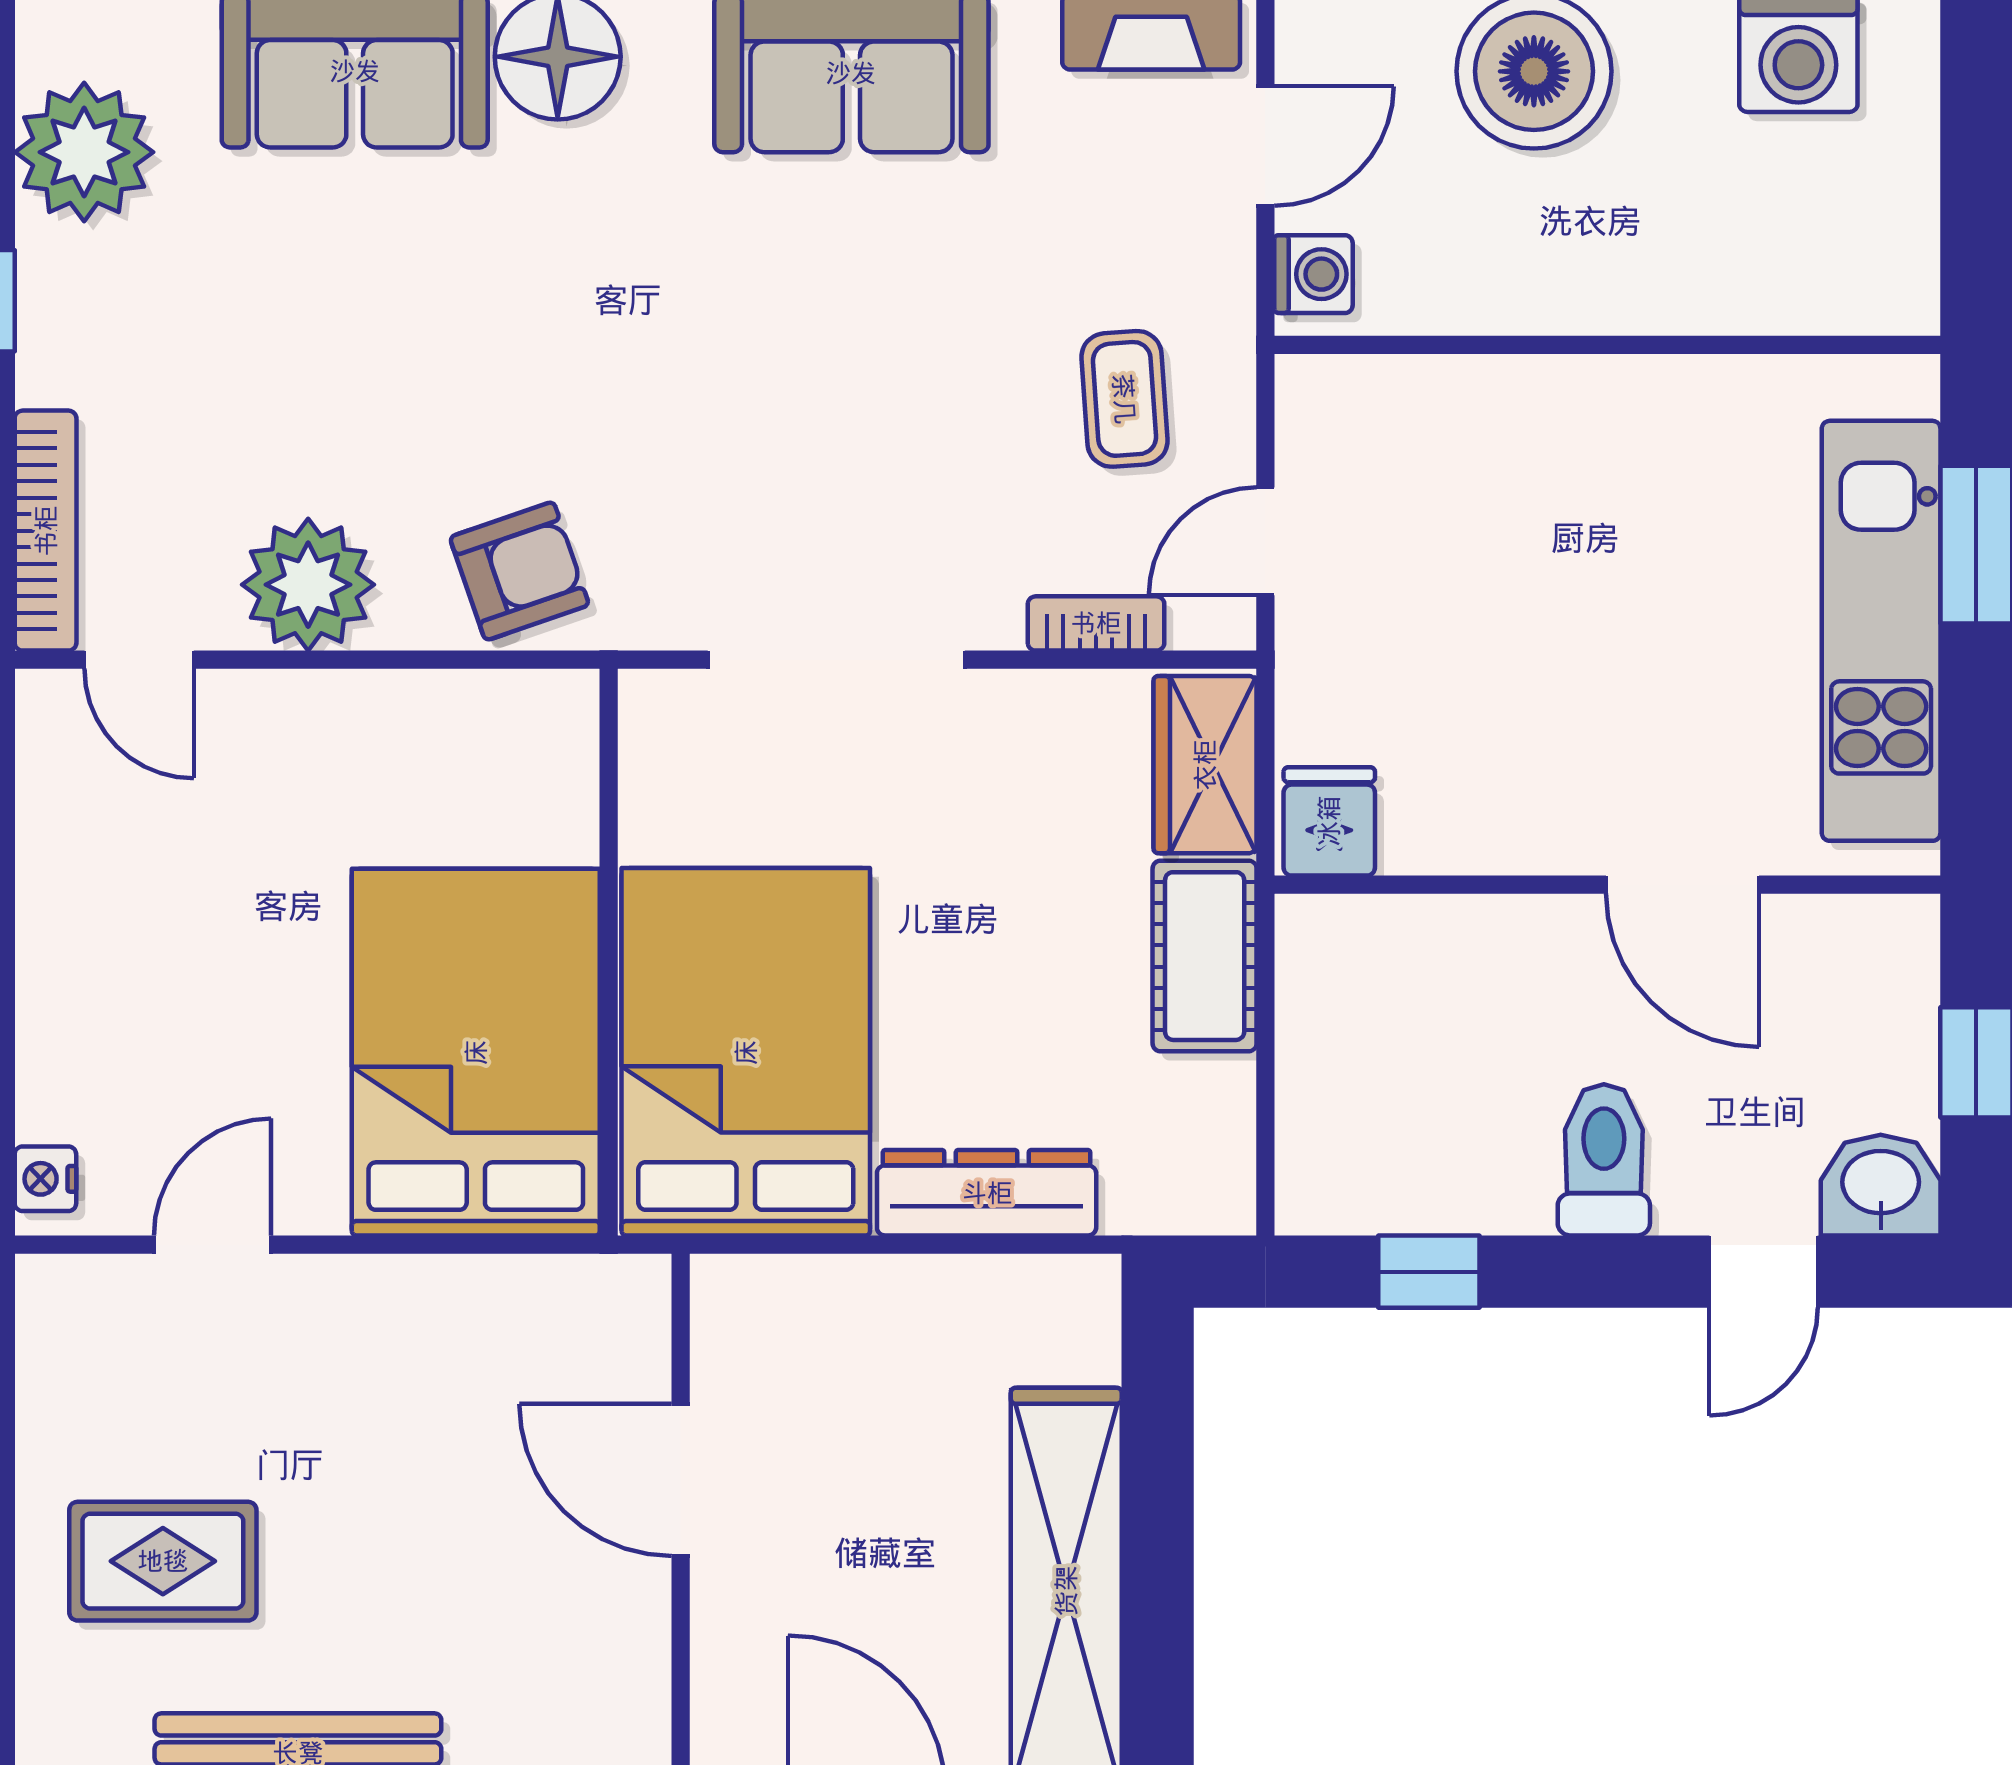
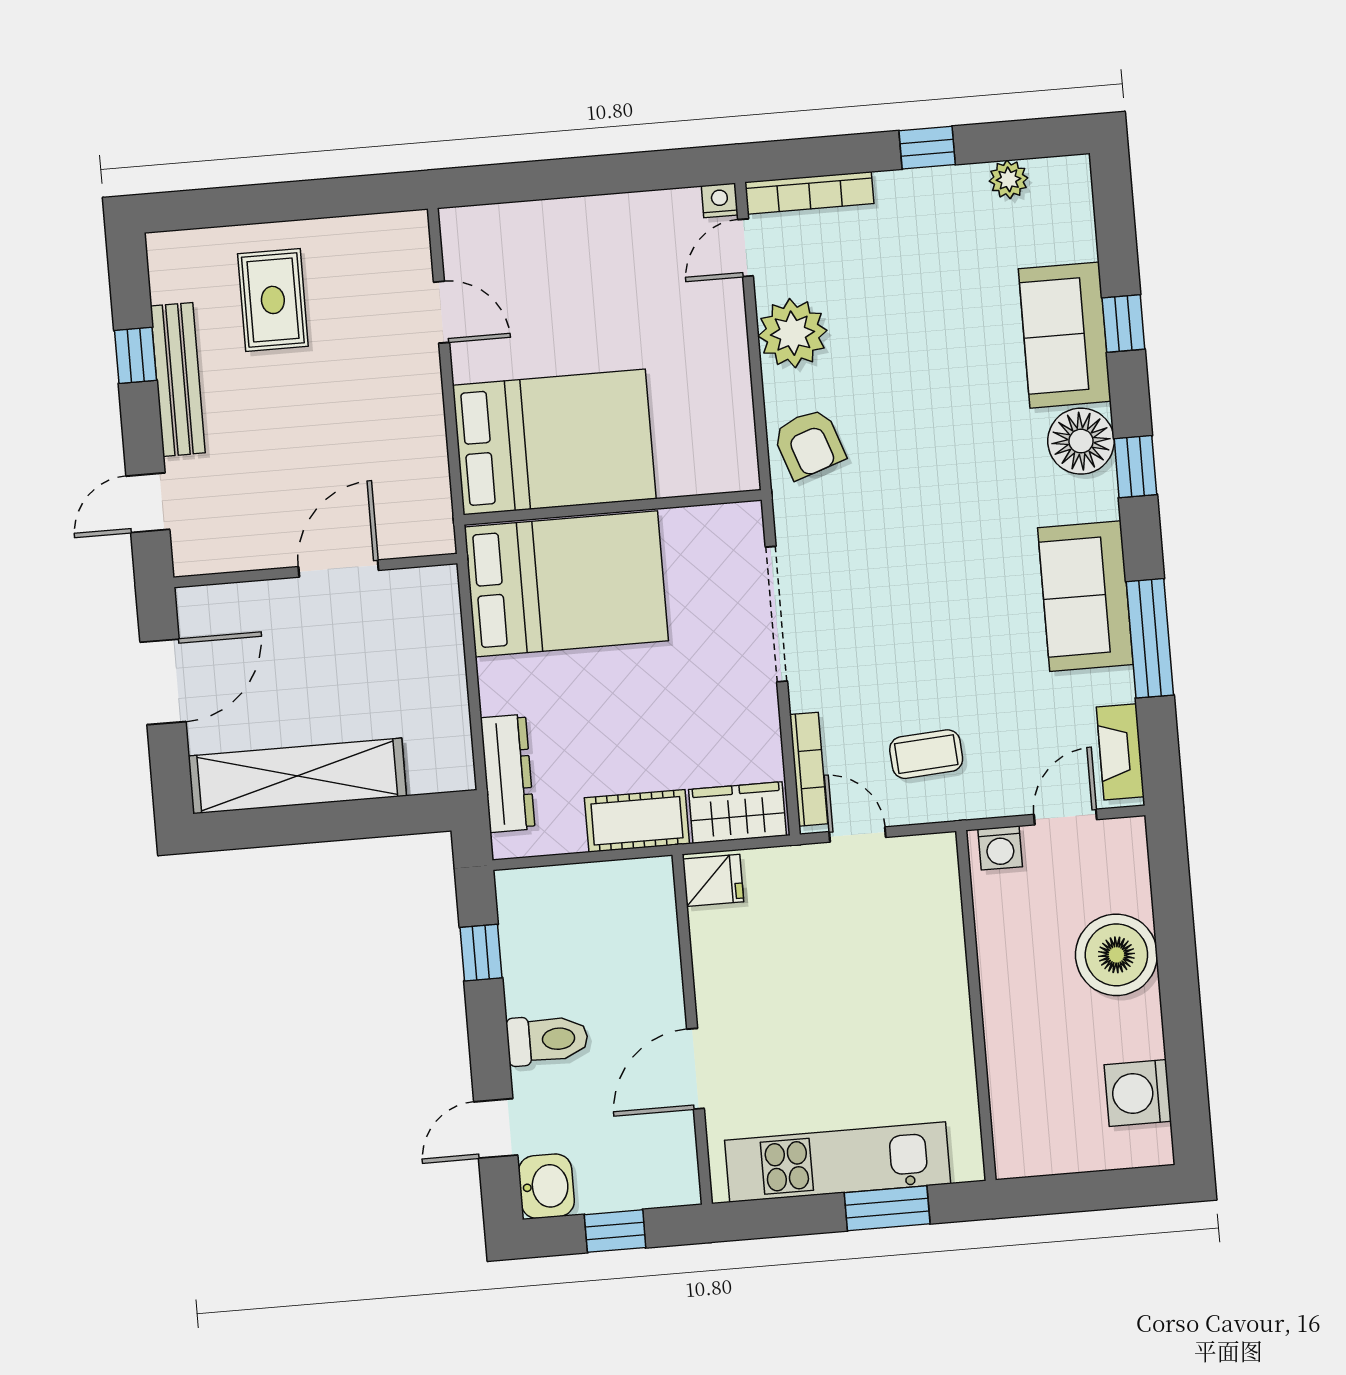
door: (1265, 146) -> (1065, 817), swing flipped
plant: (84, 152) -> (1009, 179), width x0.53, depth x0.53
bookcase: (1096, 623) -> (809, 769), width x1.56
nightstand: (45, 1179) -> (720, 200), moved
dresser: (987, 1193) -> (508, 773), moved
door: (1764, 1272) -> (496, 1128), hinge flipped

